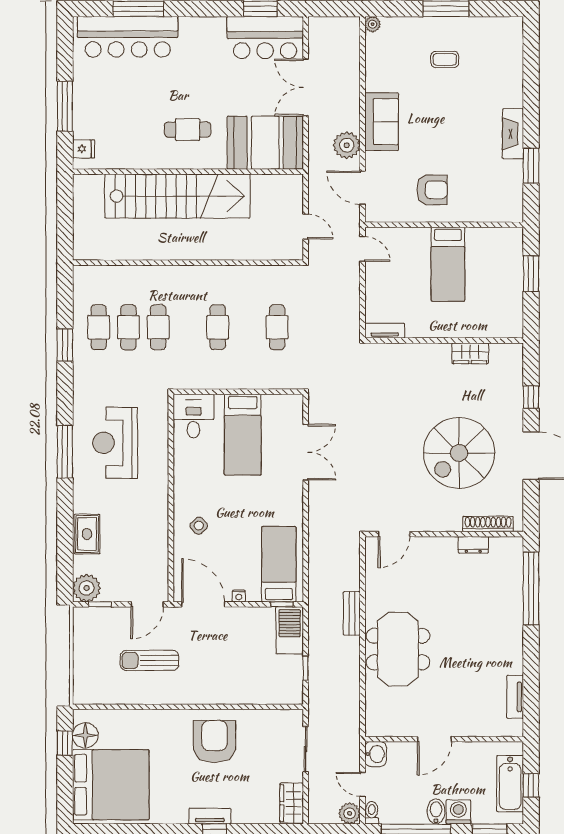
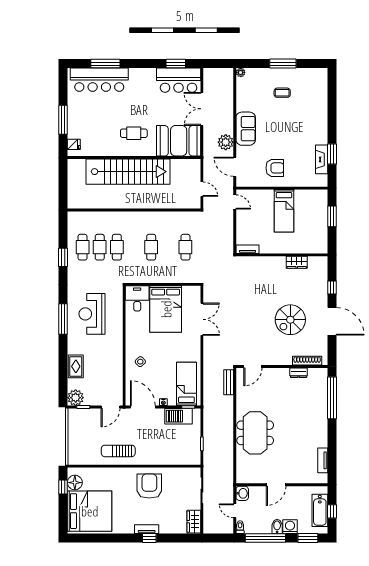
fireplace: (513, 134) -> (322, 159), moved
bed: (243, 435) -> (166, 309), width x1.50
spiral stairs: (459, 453) -> (290, 320), width x0.73, depth x0.73
bench: (352, 613) -> (229, 382), moved
barbecue: (290, 630) -> (178, 416), moved, turned -90
sun lounger: (149, 660) -> (118, 451), moved
plant: (350, 813) -> (227, 528), removed

